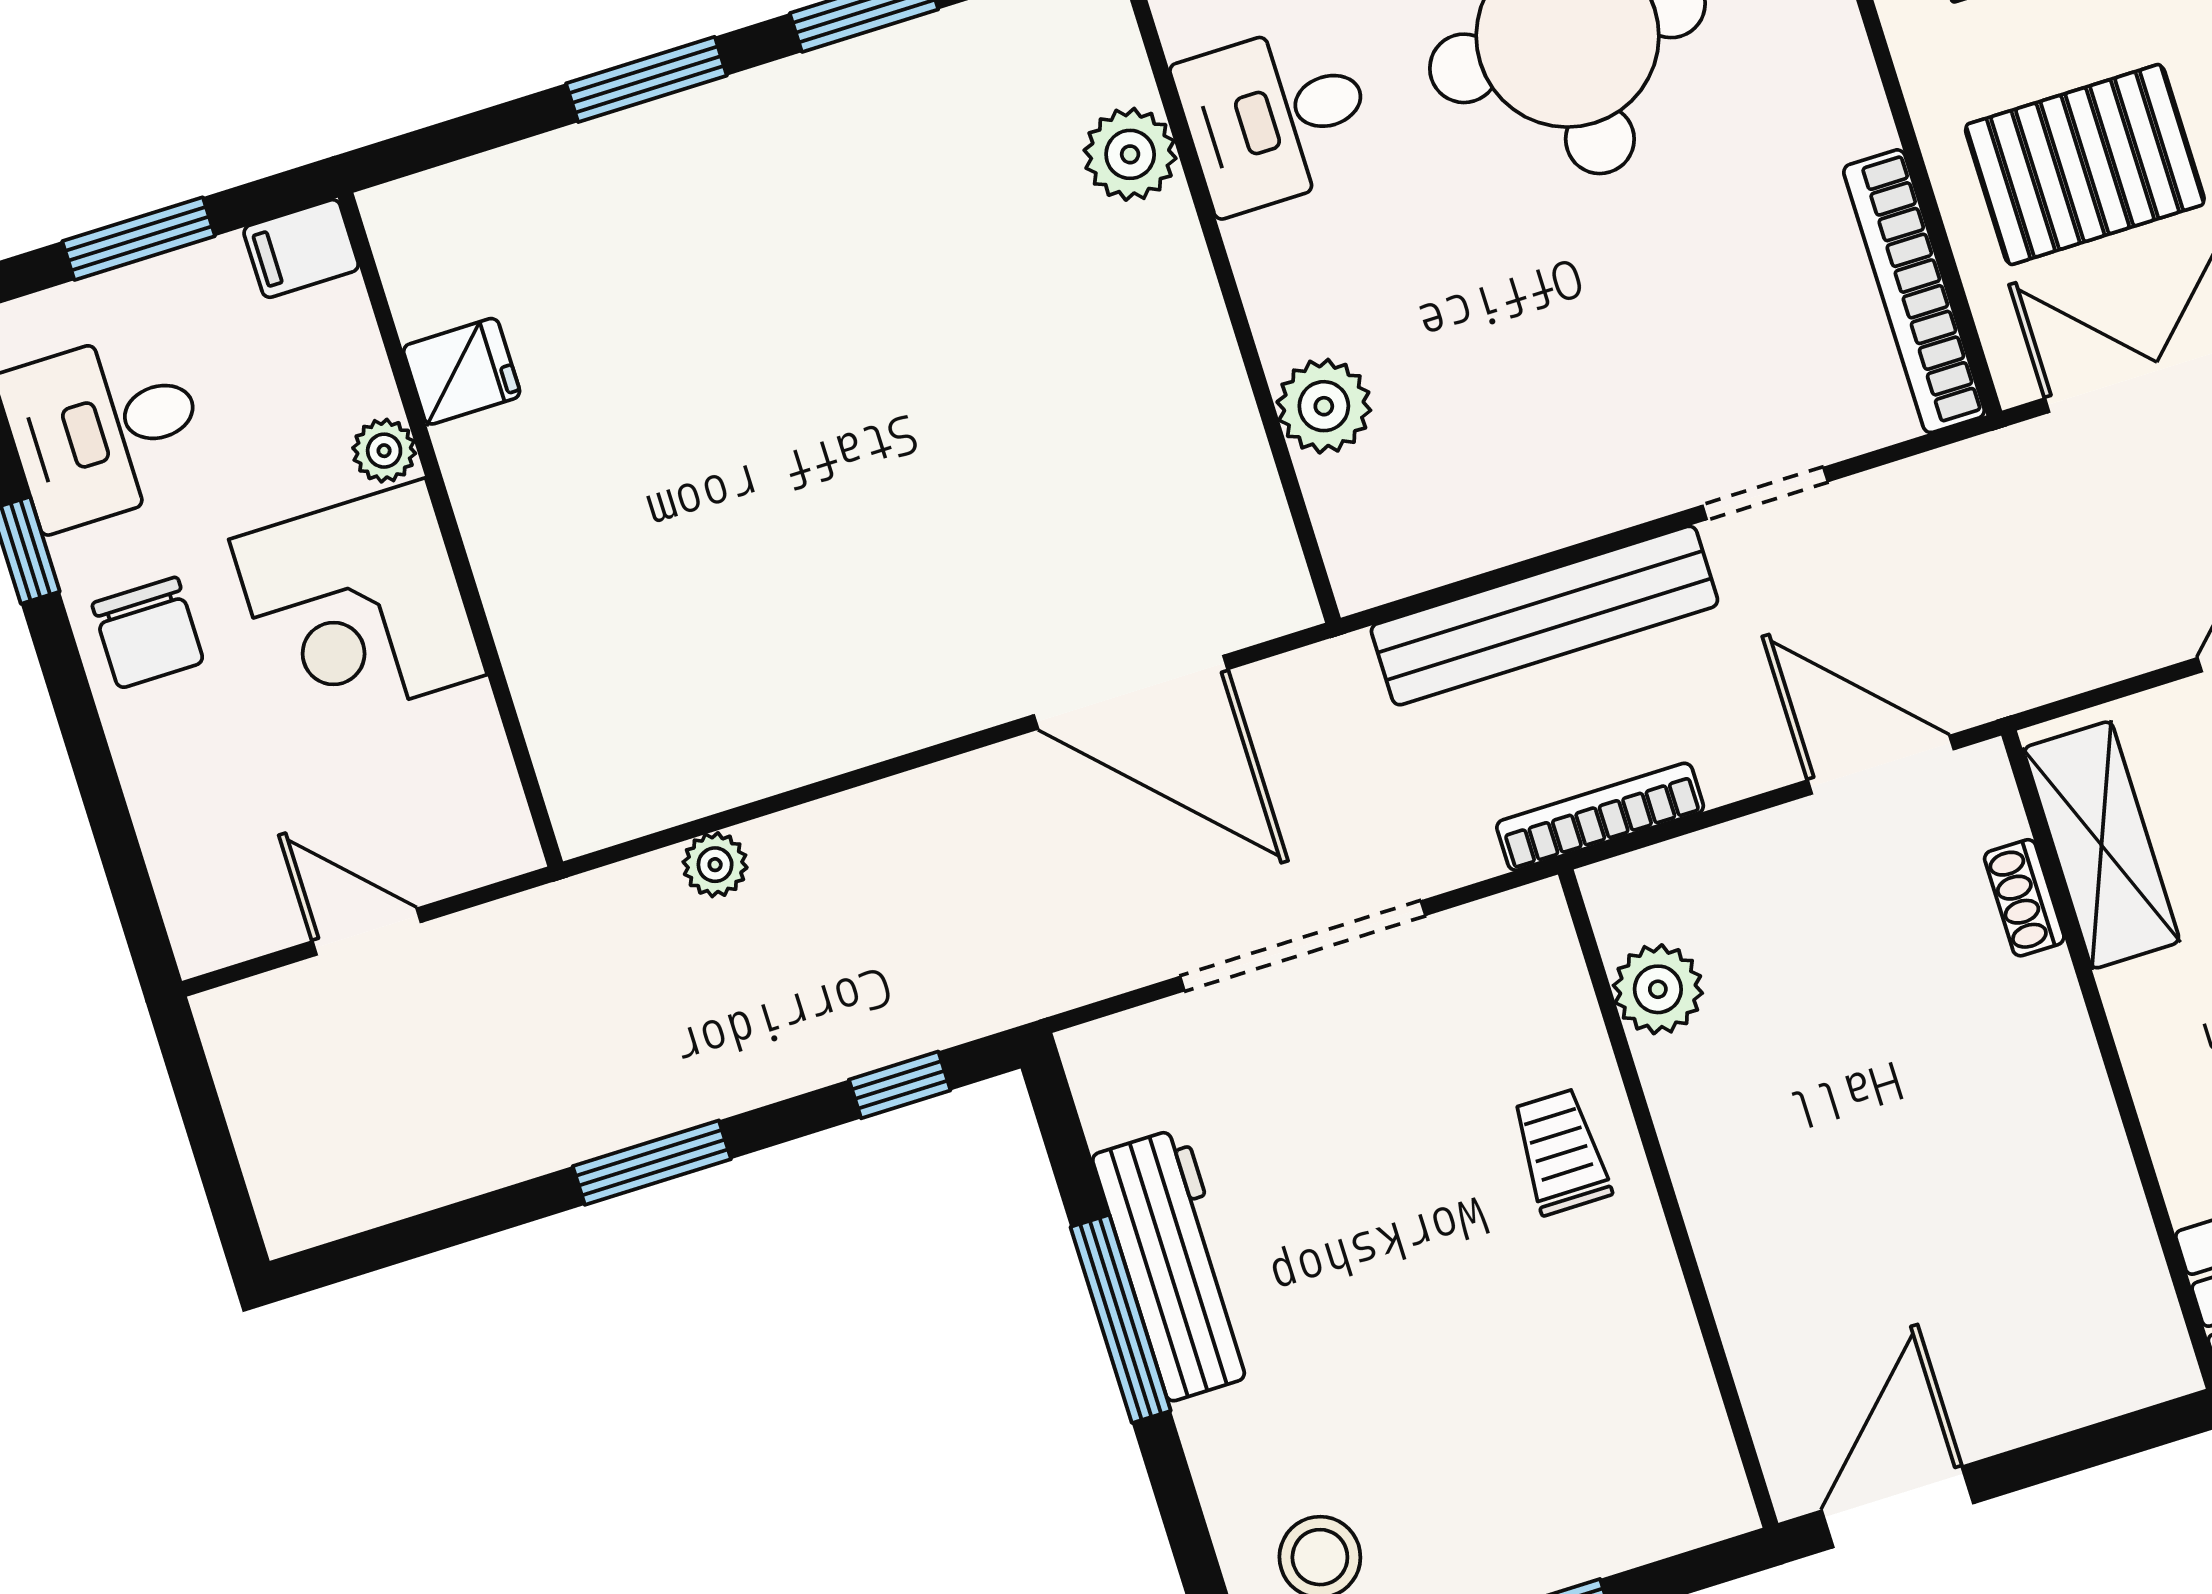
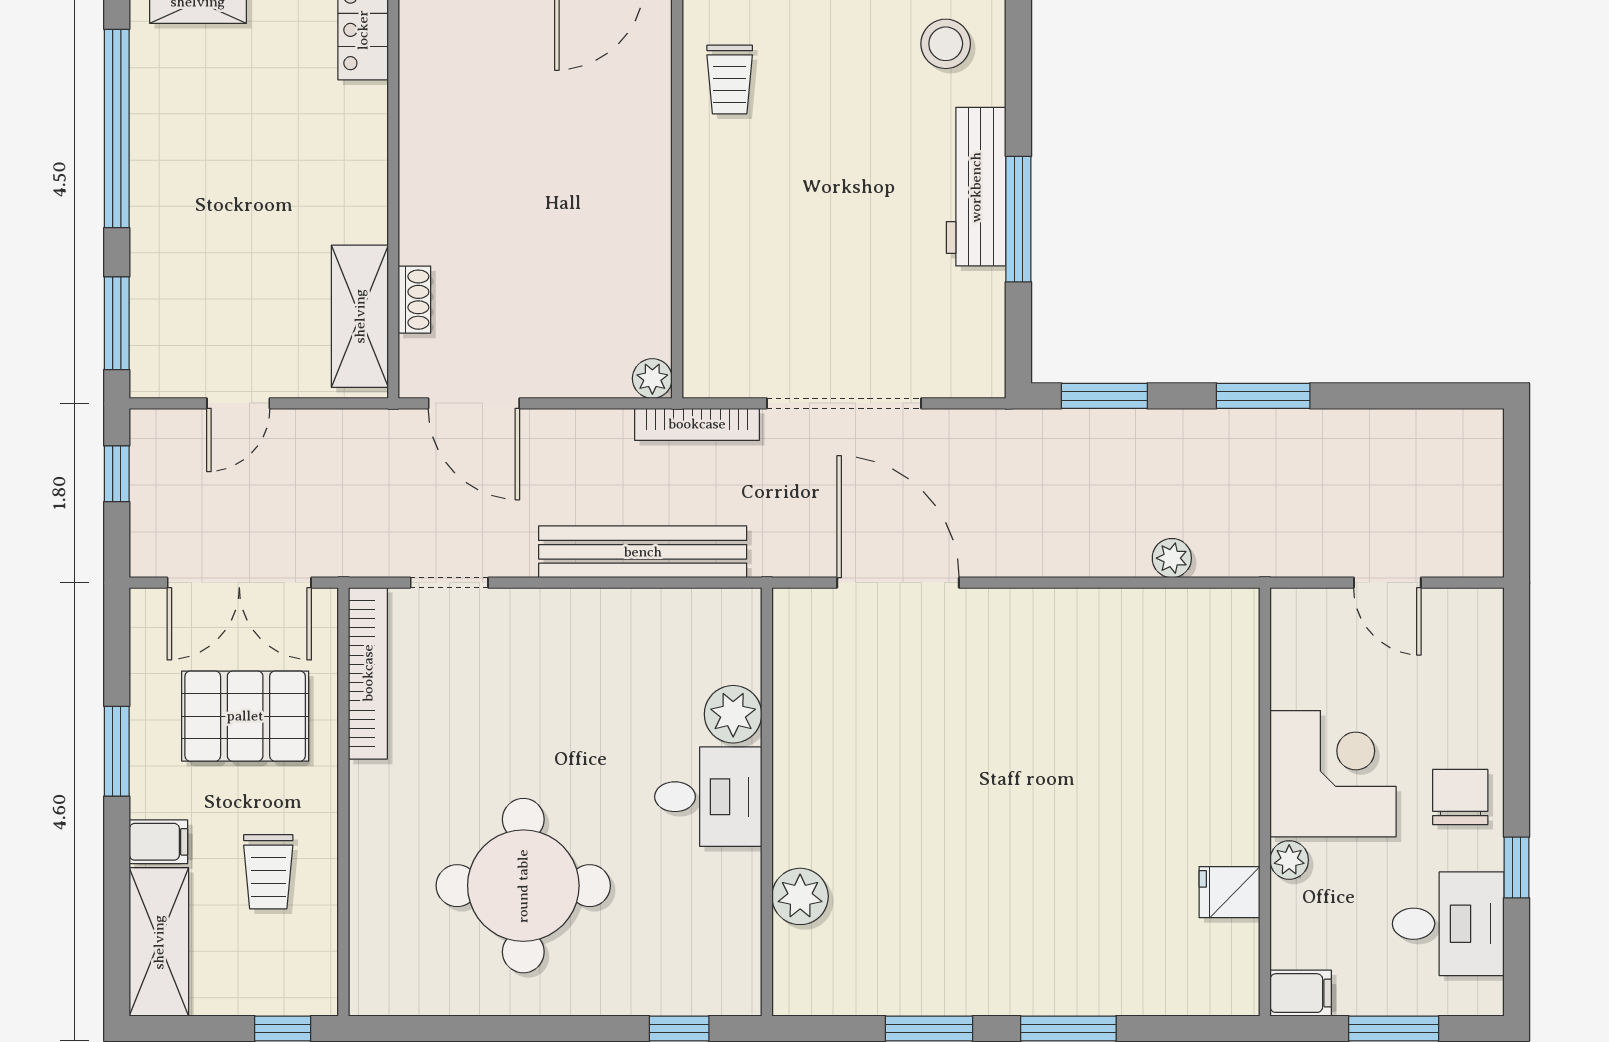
desk: (1276, 117) -> (708, 797), moved
doorway: (1765, 493) -> (449, 583), moved
bookcase: (1600, 817) -> (697, 424), moved
plant: (1658, 989) -> (652, 379), moved, width x0.73, depth x0.73
window: (900, 1085) -> (1104, 396), width x1.50
trolley: (1561, 1152) -> (730, 79), moved
workbench: (1176, 1264) -> (976, 187), moved

